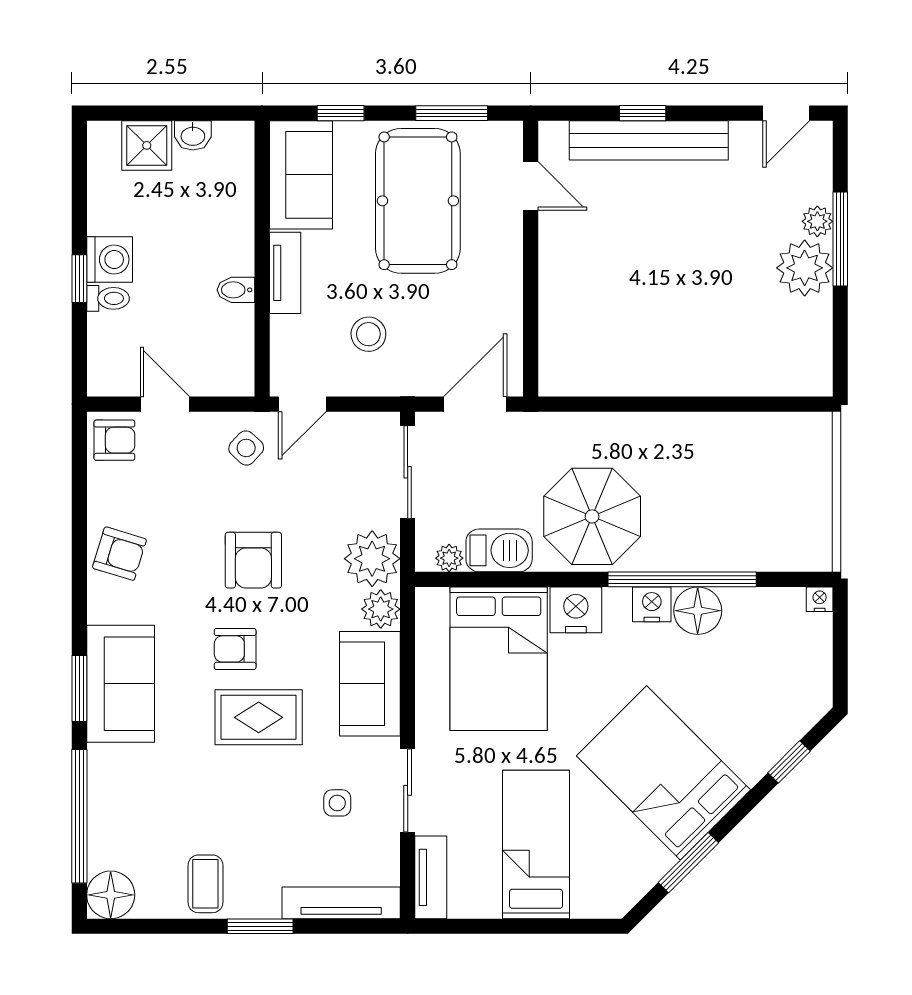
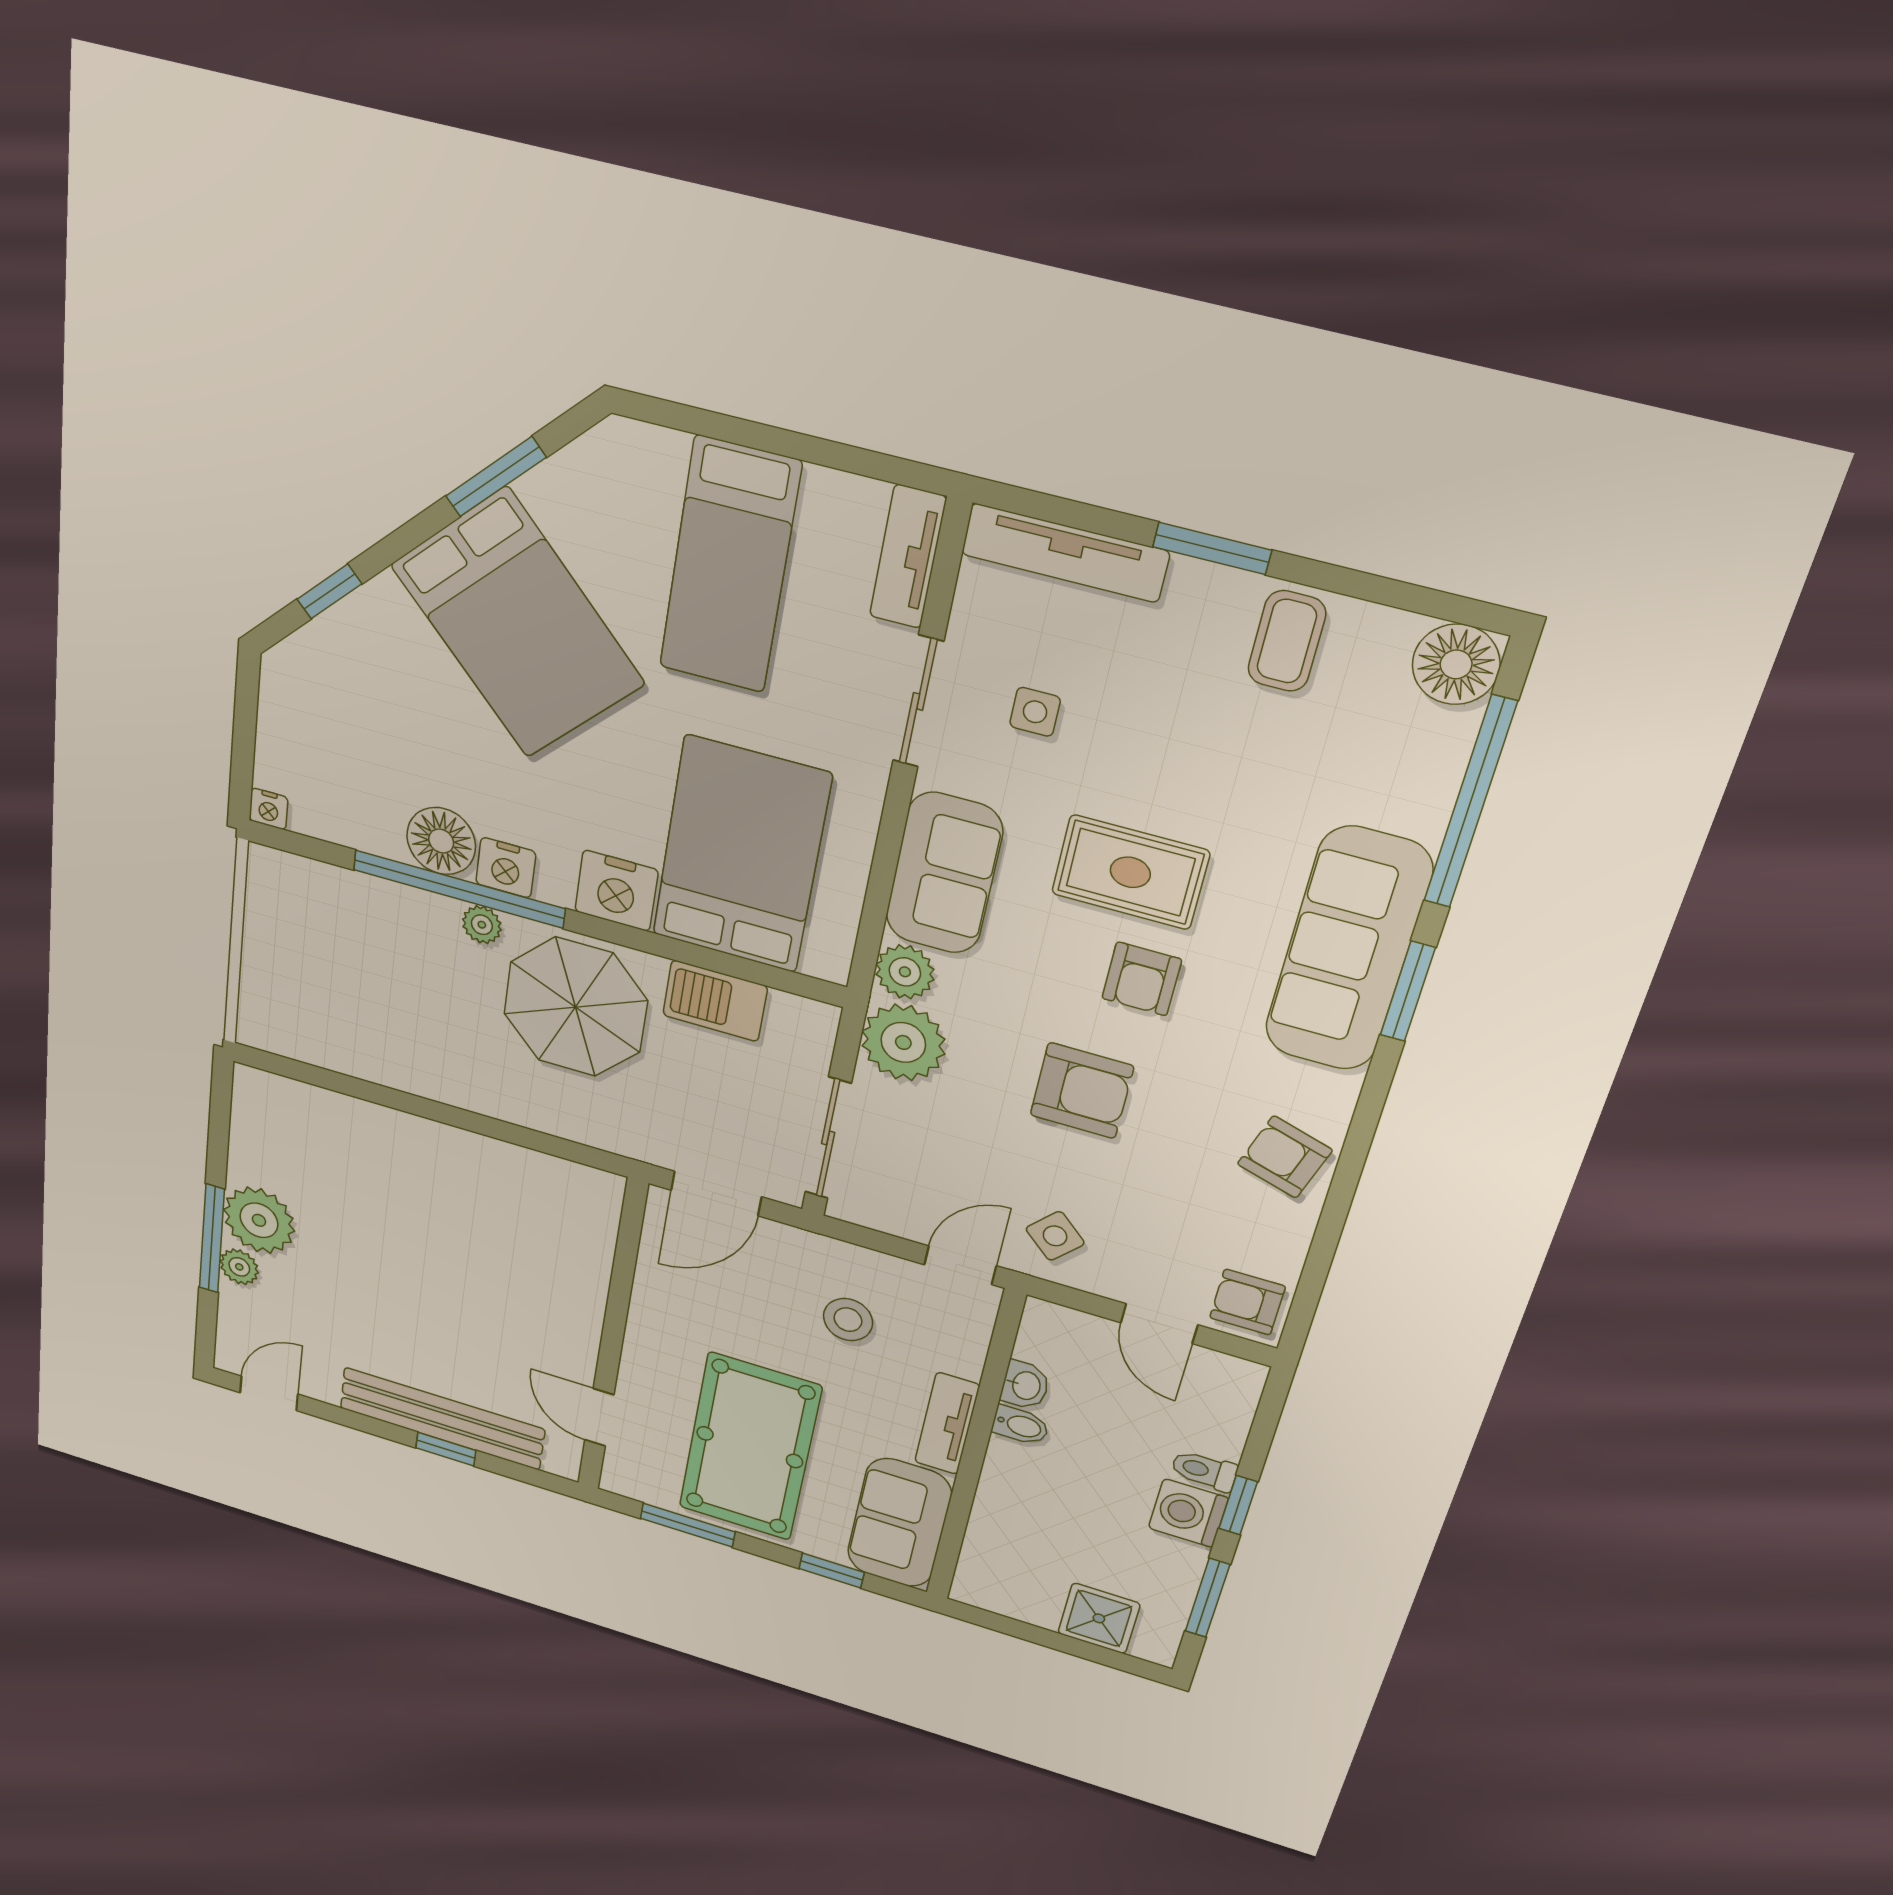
washbasin: (193, 135) -> (1025, 1385), moved, turned 90
window: (79, 193) -> (1207, 1598), added
plant: (449, 558) -> (482, 925), moved
armchair: (253, 560) -> (1082, 1091), turned 90
armchair: (235, 649) -> (1142, 979), turned 90
sofa: (121, 684) -> (1348, 950), width x1.36

